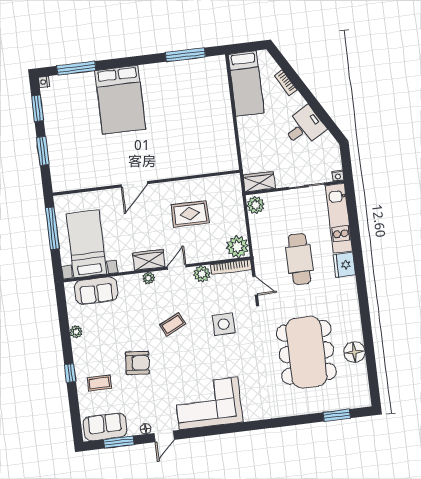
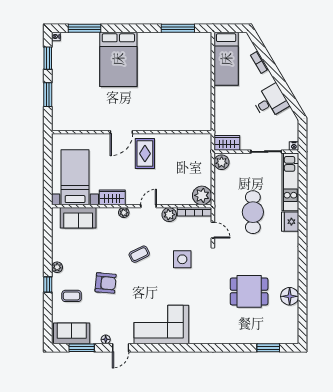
rug: (190, 214) -> (145, 154), moved, turned 90
window: (52, 228) -> (48, 161), removed
wardrobe: (149, 260) -> (112, 197), moved
plant: (76, 332) -> (57, 267), moved
dining table: (306, 352) -> (249, 291), width x0.53, depth x0.80

